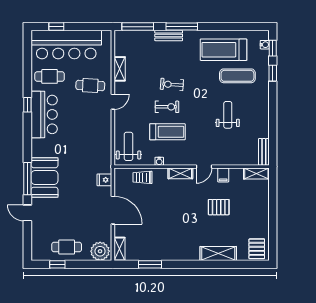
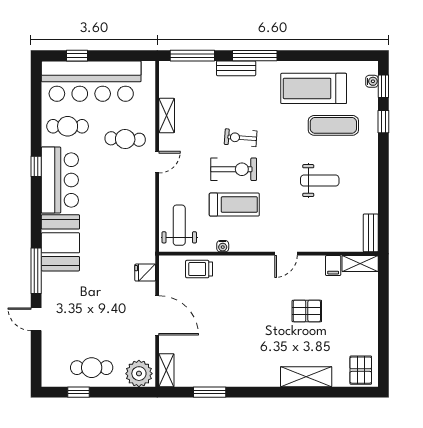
exercise bike: (167, 107) -> (234, 169), width x1.38, depth x1.39
weight bench: (228, 115) -> (320, 181), turned 90
shelving: (180, 173) -> (253, 263), removed
filing cabinet: (223, 175) -> (333, 266), moved
booth: (45, 177) -> (60, 243), moved

